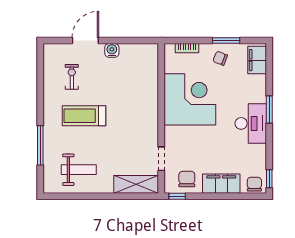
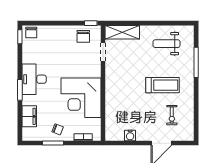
water cooler: (112, 50) -> (130, 135), moved
filing cabinet: (257, 60) -> (29, 116), moved
filing cabinet: (221, 184) -> (57, 33), removed

